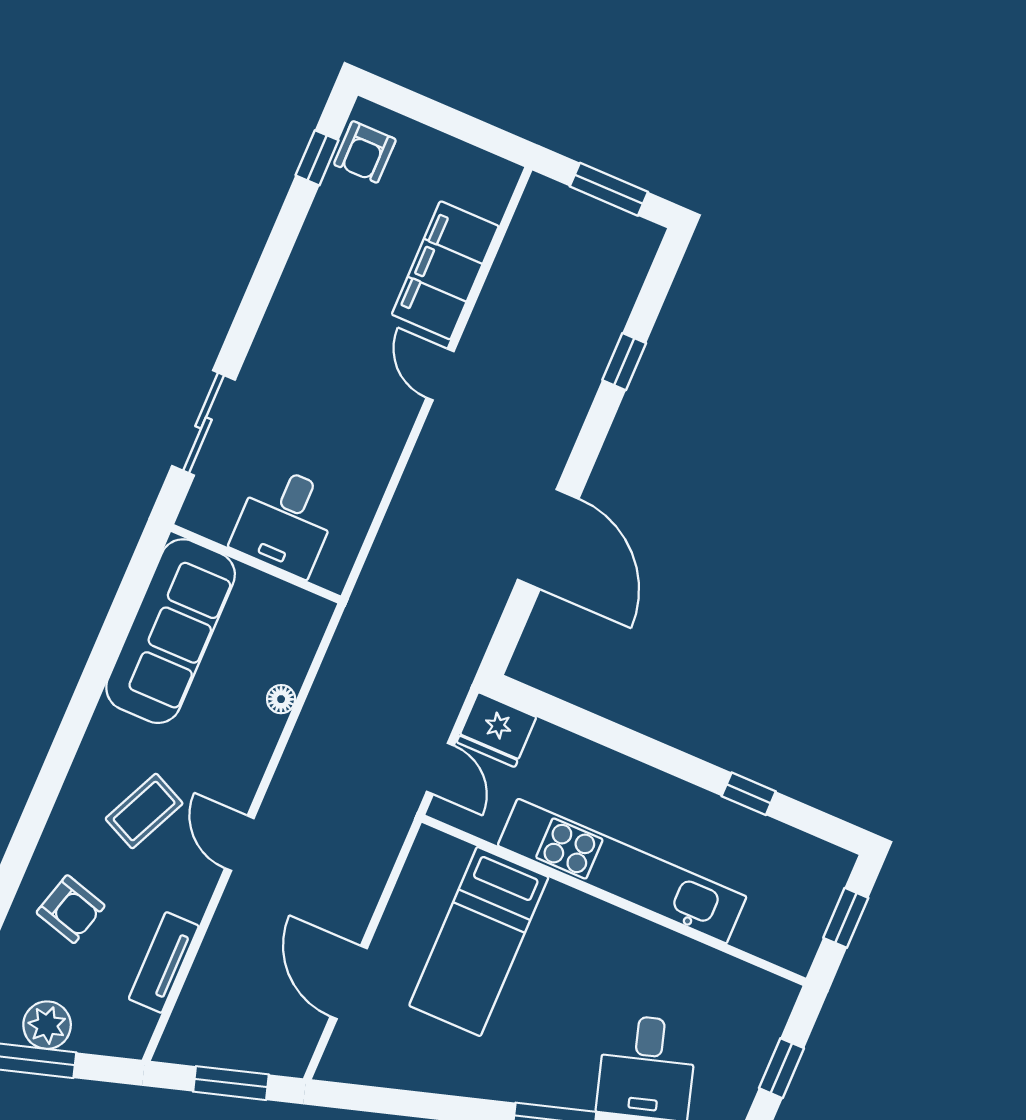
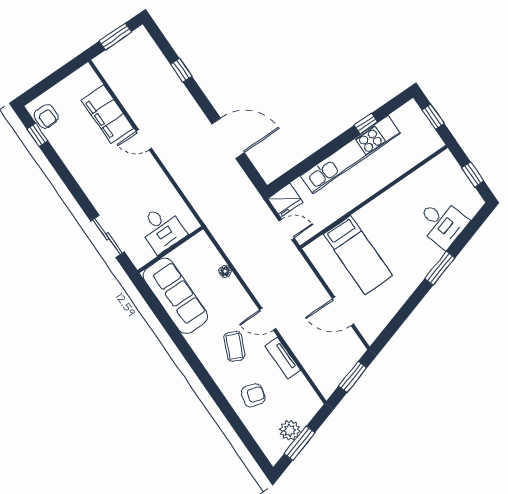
kitchen unit: (622, 871) -> (350, 155), moved, turned 180
tv unit: (164, 962) -> (283, 358), moved

